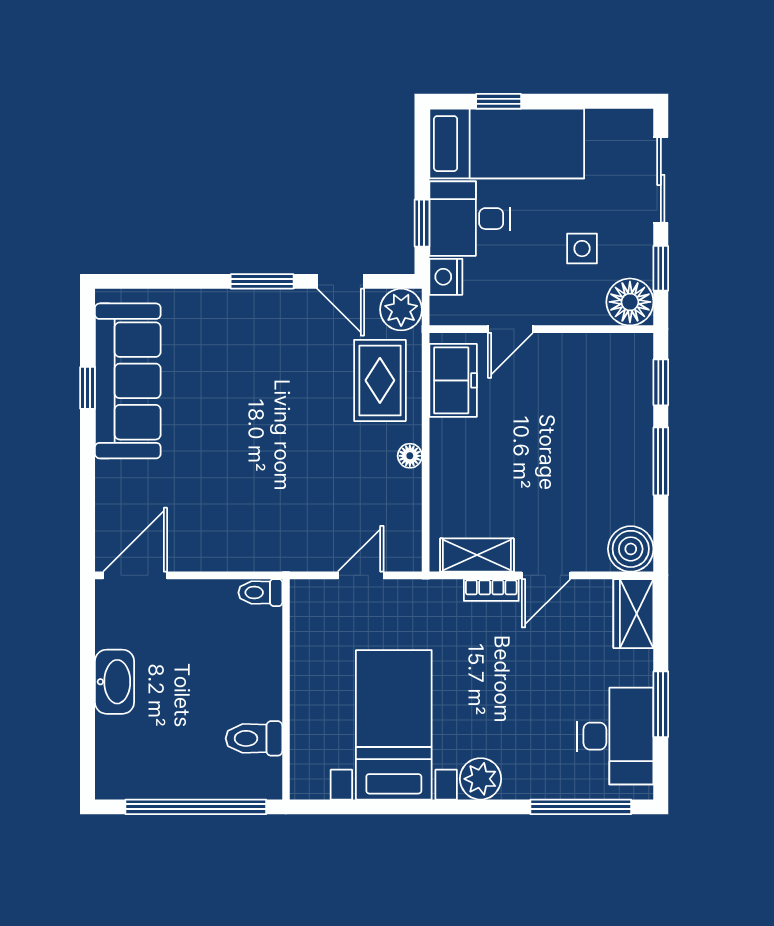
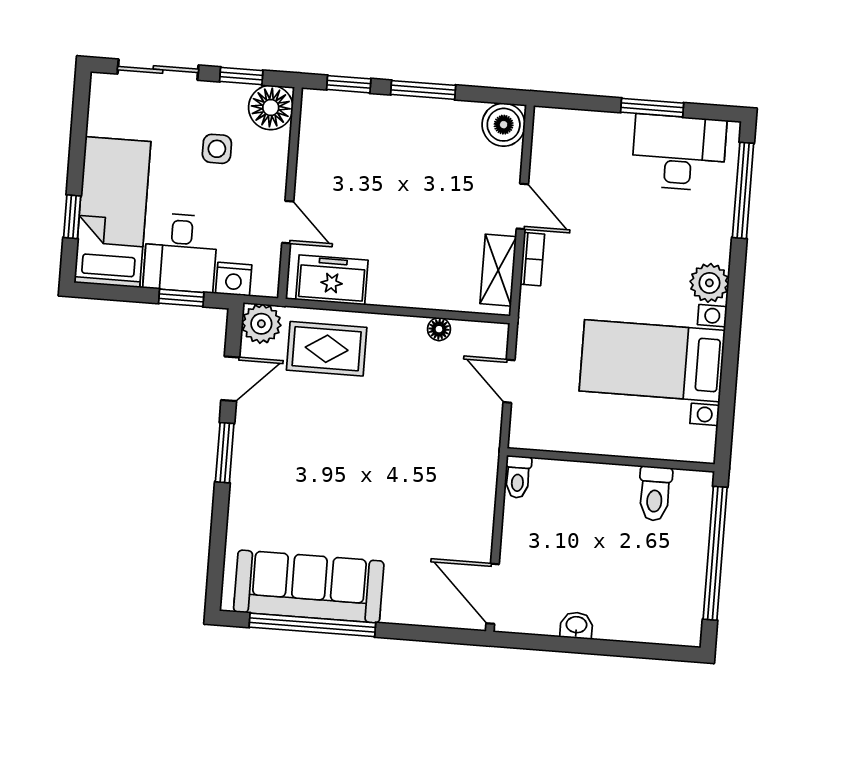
window: (88, 388) -> (312, 625), width x3.17
floor lamp: (410, 456) -> (439, 329), moved
wardrobe: (633, 614) -> (565, 127), removed
washbasin: (115, 682) -> (576, 625), width x0.52, depth x0.69

